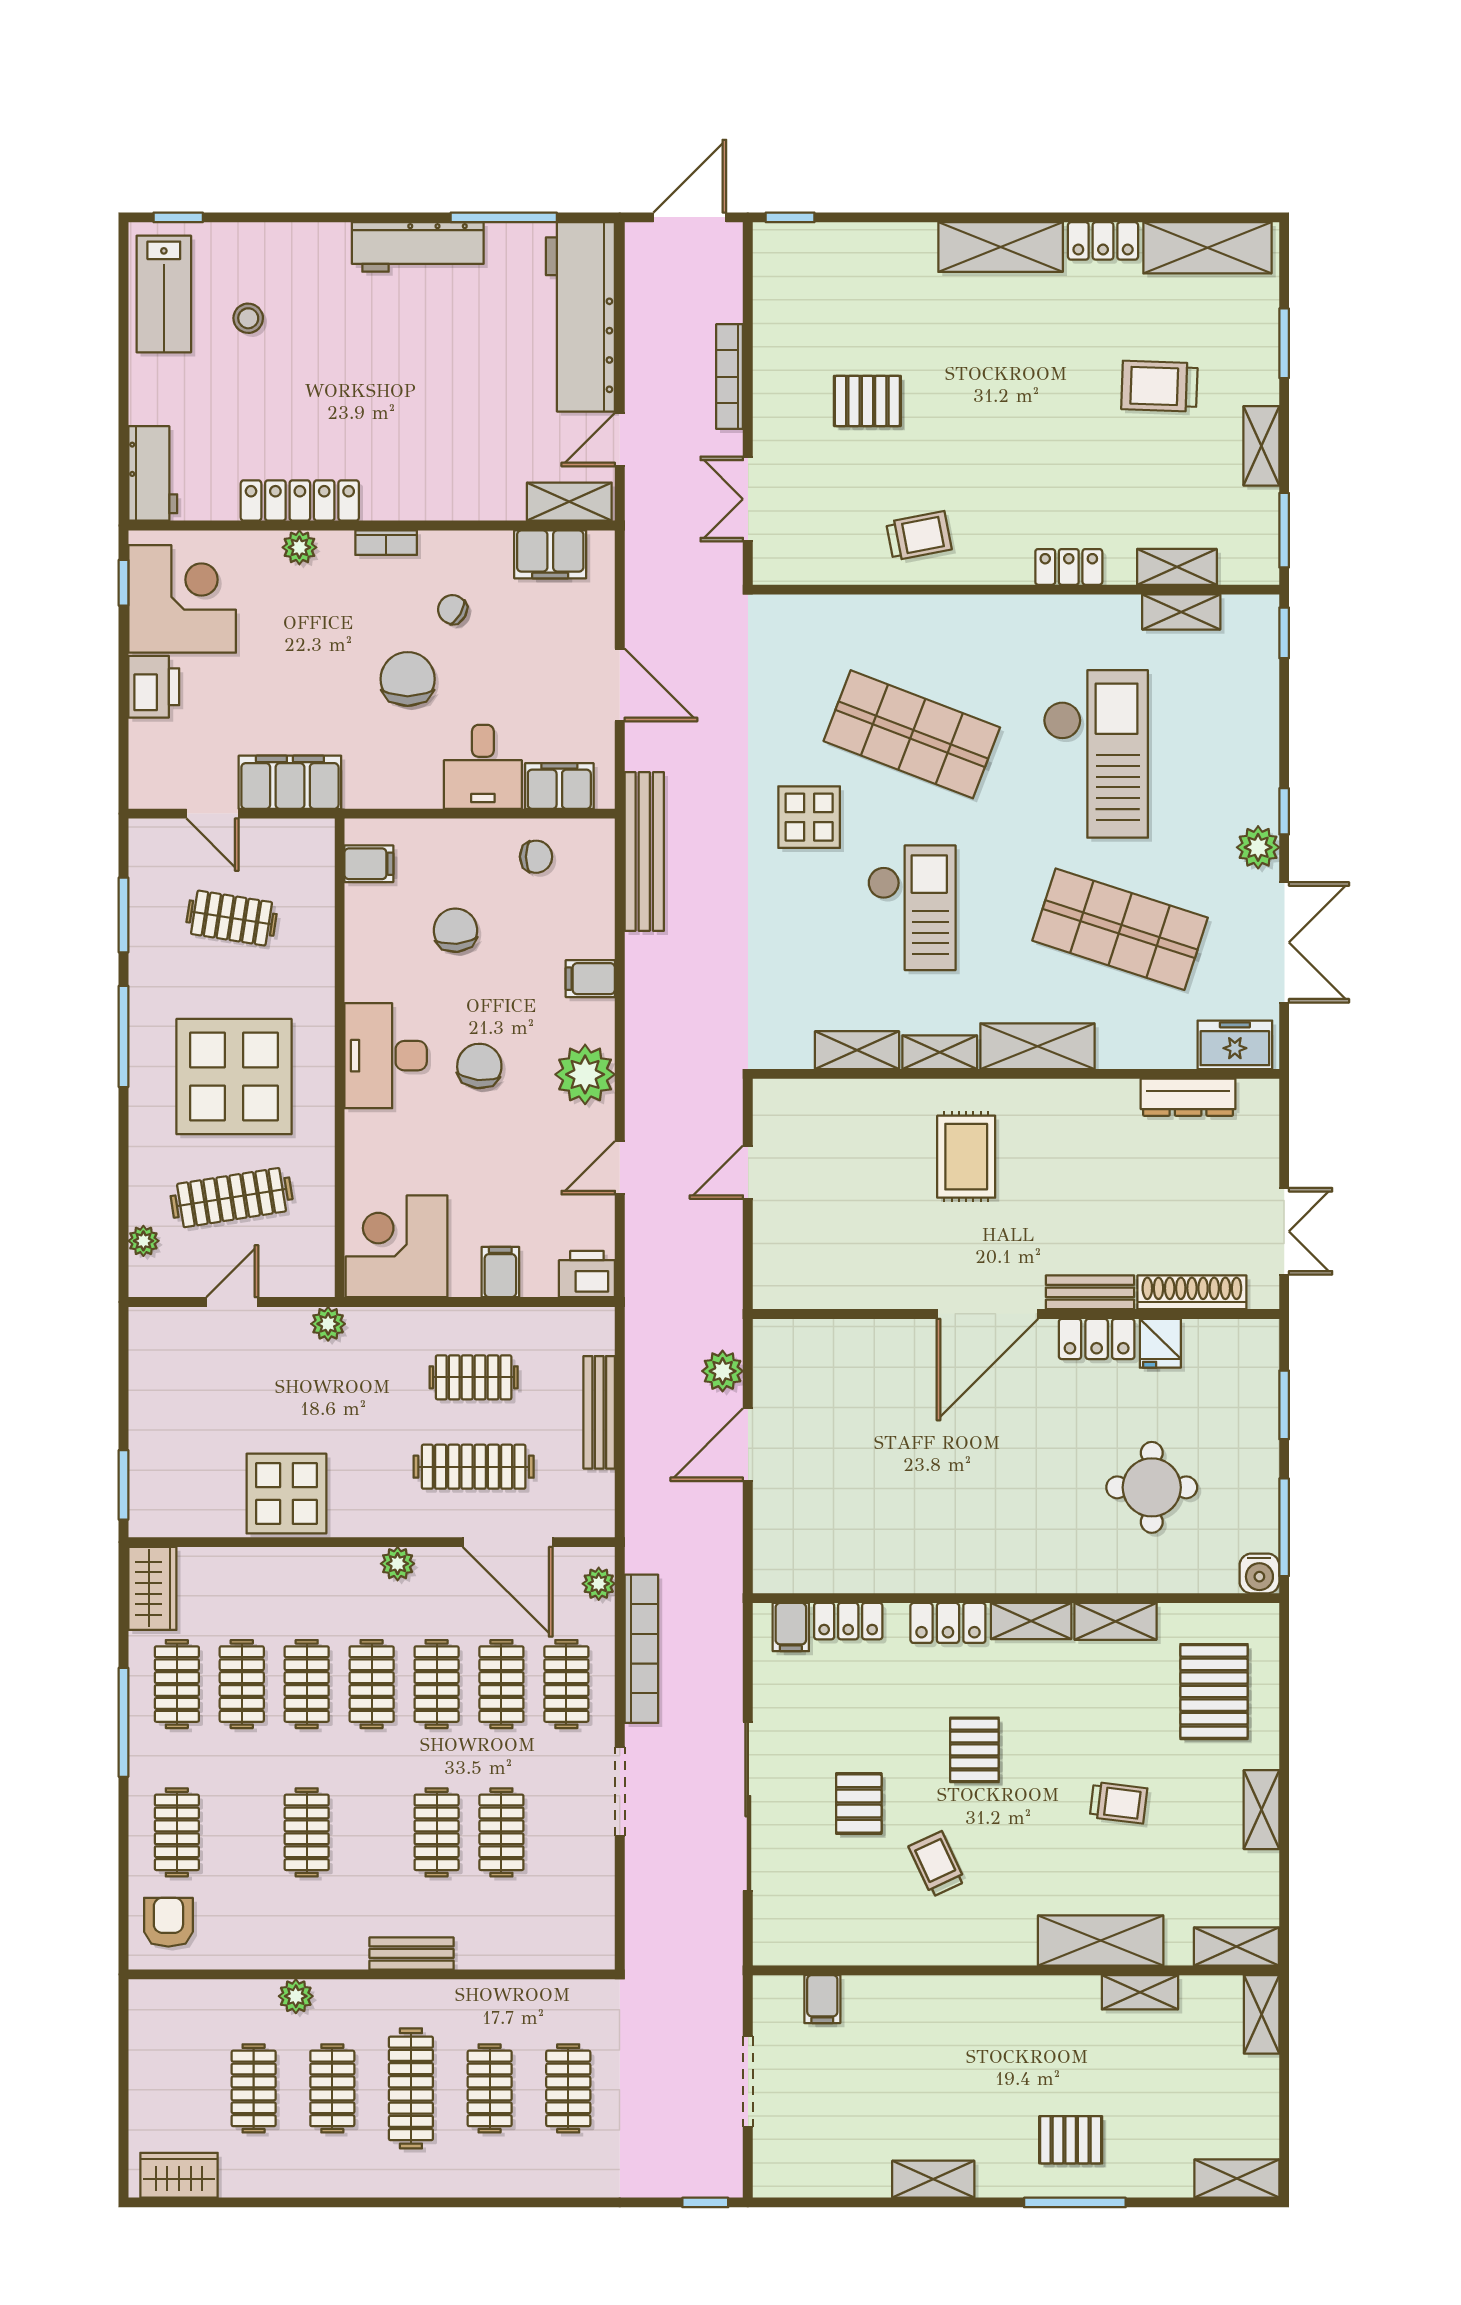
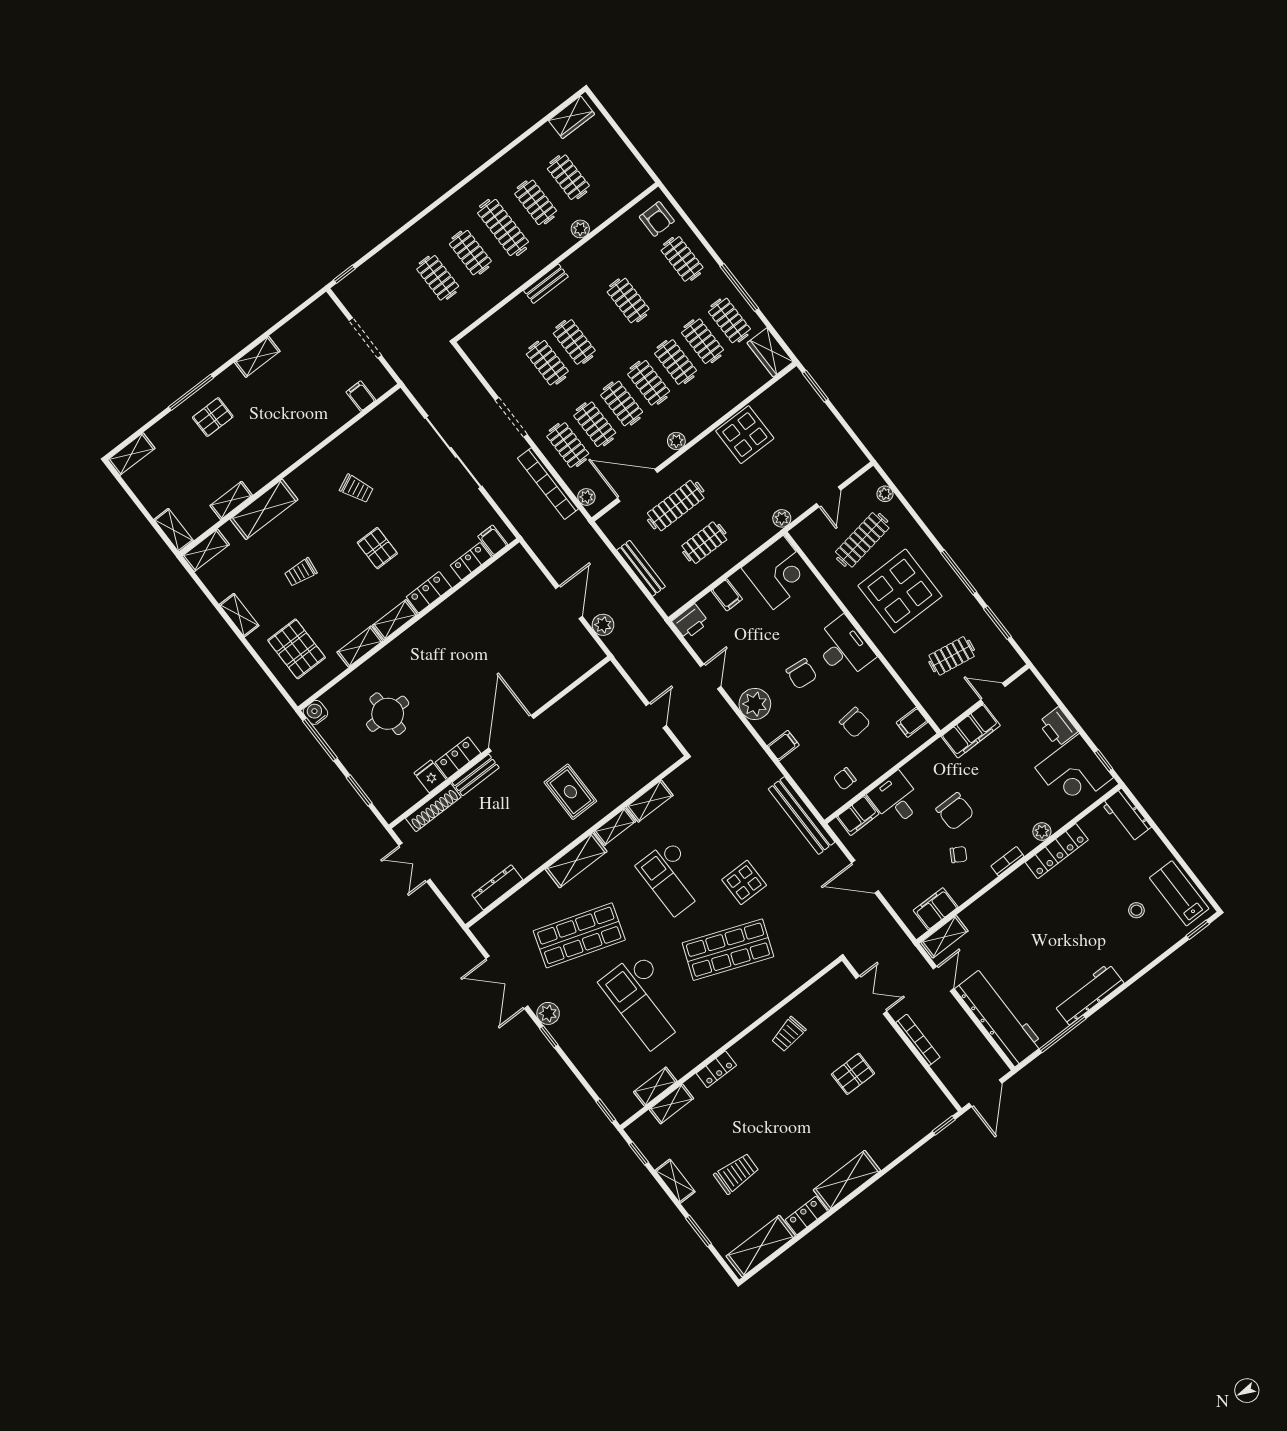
window: (1284, 530) -> (639, 1153), width x0.67
freezer: (1235, 1045) -> (495, 924), removed
pallet: (859, 1804) -> (408, 489), removed

